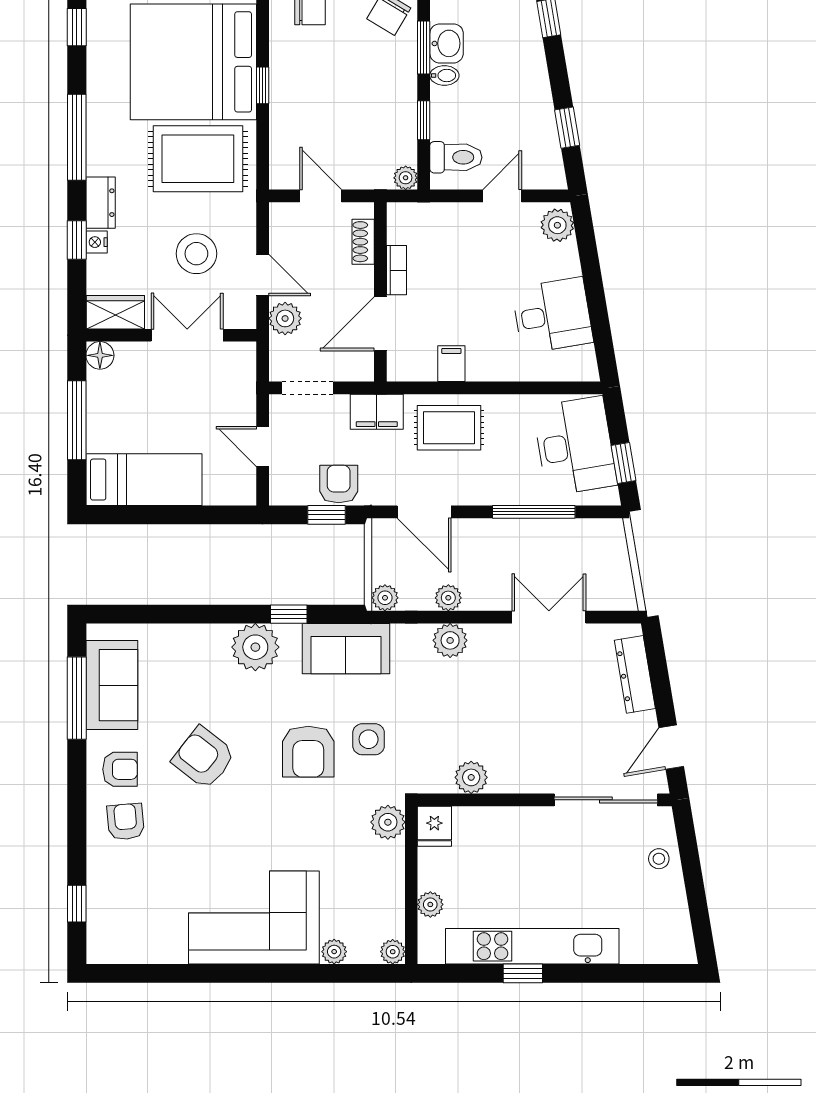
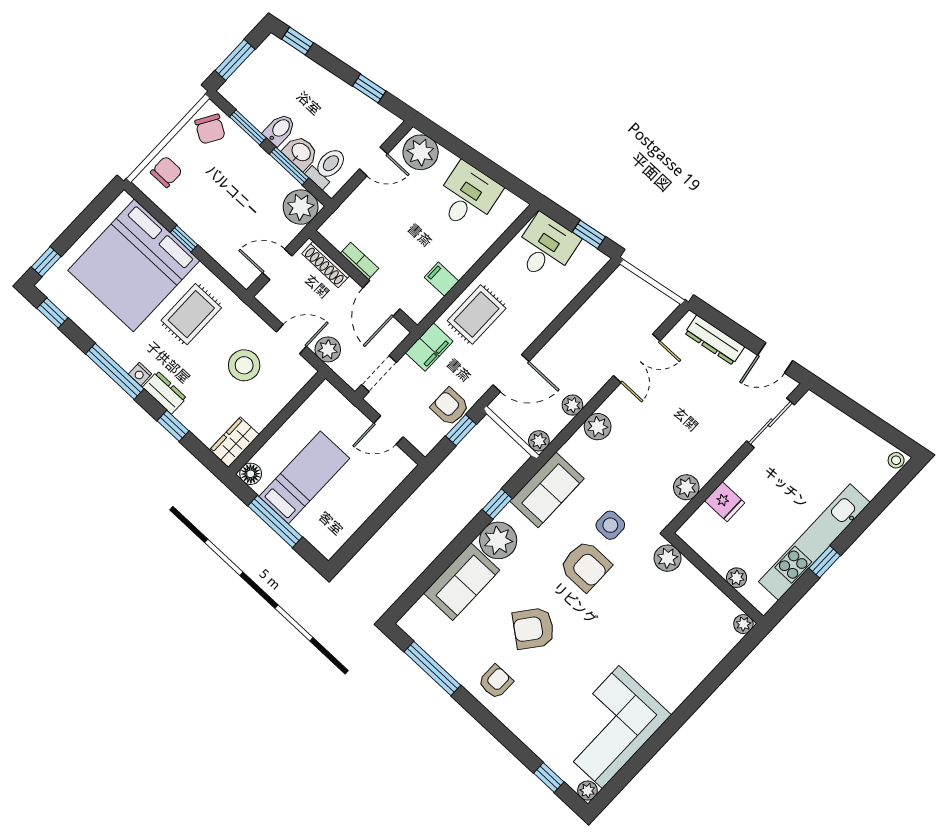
washbasin: (447, 43) -> (301, 152), moved
bidet: (444, 75) -> (280, 130), width x1.38, depth x1.36
window: (424, 120) -> (289, 166), width x1.50
rug: (198, 159) -> (191, 314), width x0.73, depth x0.70
plant: (406, 178) -> (301, 207), width x1.88, depth x1.88
door: (502, 196) -> (373, 161), swing flipped
plant: (557, 225) -> (421, 152), width x1.36, depth x1.36
nightstand: (97, 242) -> (140, 374), moved
shoe rack: (363, 242) -> (326, 265), width x1.43
double door: (187, 335) -> (285, 414), removed
desk: (575, 446) -> (546, 248), width x0.73
bed: (144, 480) -> (304, 477), moved
window: (534, 512) -> (569, 311), removed
double door: (549, 617) -> (637, 358), swing flipped
sofa: (112, 685) -> (462, 582), moved, turned 90
door: (671, 747) -> (775, 358), hinge flipped
sliding door: (606, 800) -> (770, 423), width x0.73
armchair: (126, 822) -> (528, 706), removed
fridge: (434, 826) -> (725, 502), moved
stool: (659, 859) -> (896, 460), moved
corner sofa: (254, 918) -> (611, 727), moved
plant: (334, 952) -> (587, 791), moved

